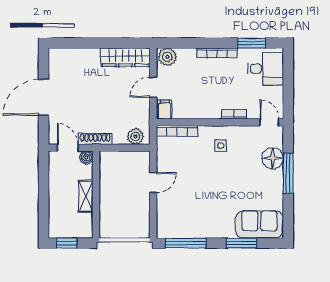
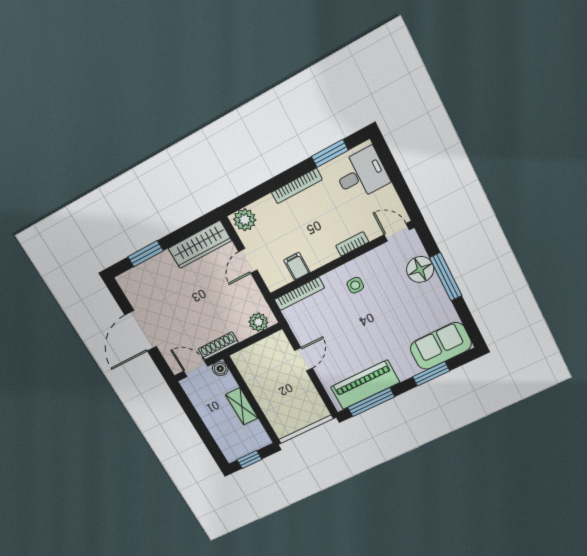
window: (82, 43) -> (146, 254), added
filing cabinet: (165, 110) -> (297, 266), moved
piano: (188, 227) -> (365, 385), added

